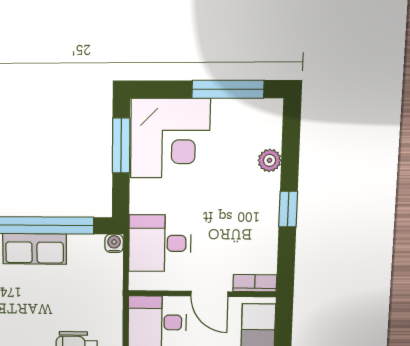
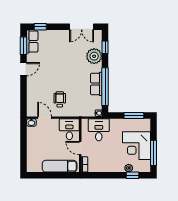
corner desk: (170, 138) -> (136, 146), moved
window: (288, 209) -> (133, 175), moved
door: (209, 294) -> (80, 148), hinge flipped

